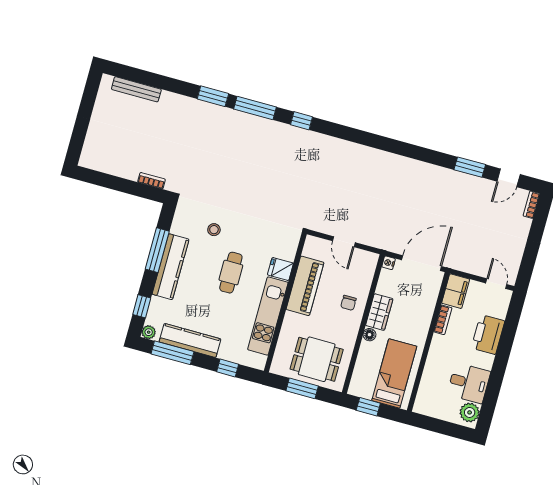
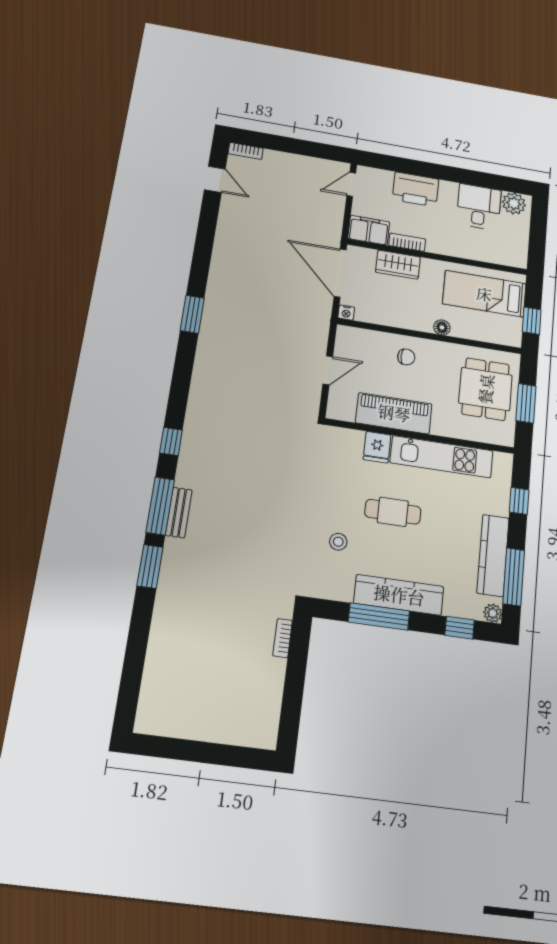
bench: (136, 89) -> (179, 513), moved, width x0.73
window: (470, 167) -> (192, 314), moved
wardrobe: (379, 312) -> (398, 265), moved, turned 180

